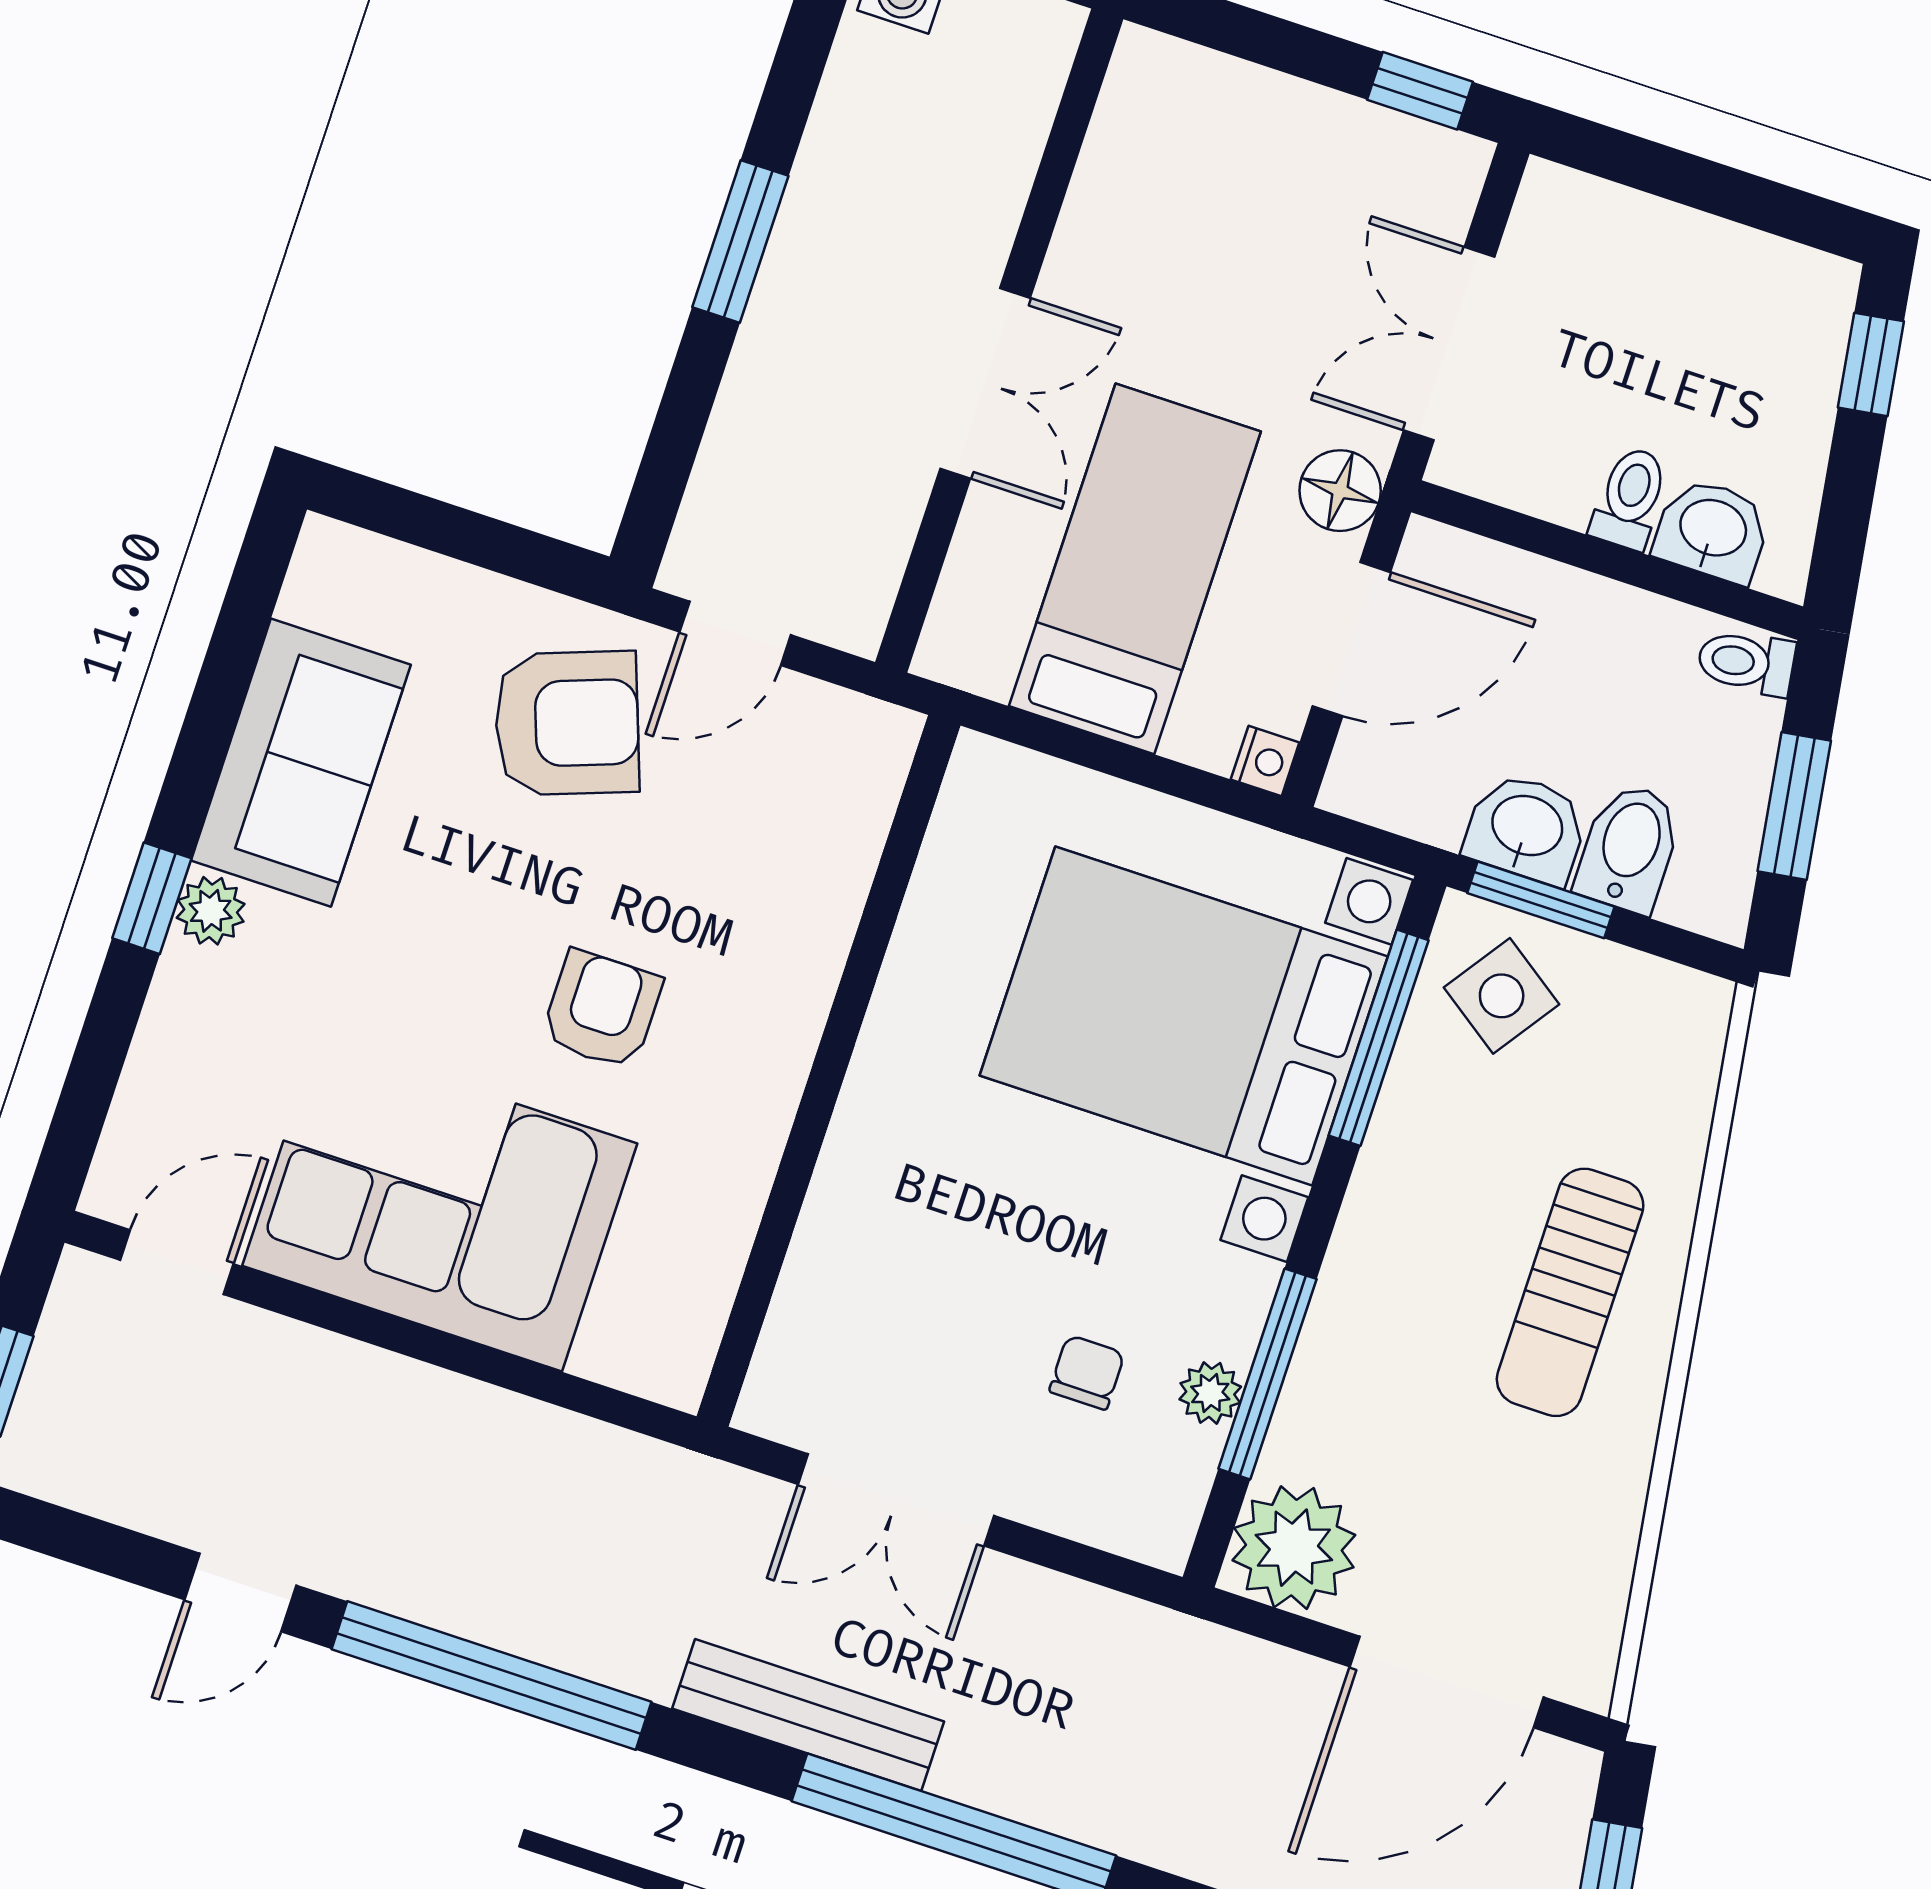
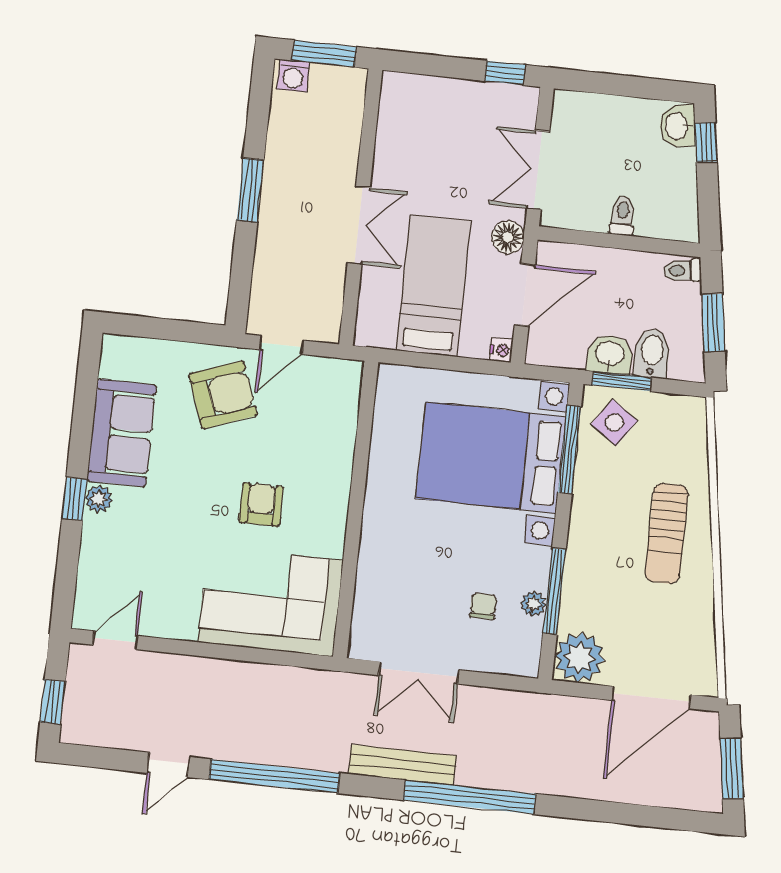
washbasin: (1712, 530) -> (678, 126), moved, turned -98
corner sofa: (440, 1205) -> (270, 601), moved

